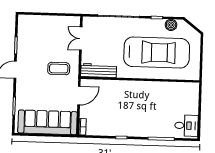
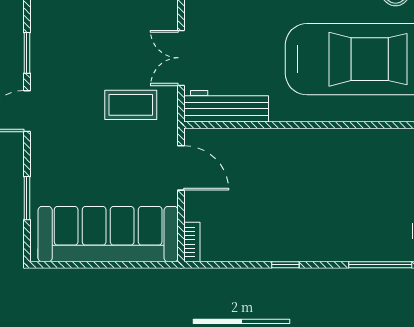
double door: (81, 39) -> (181, 58), moved
door: (79, 96) -> (181, 168), hinge flipped

